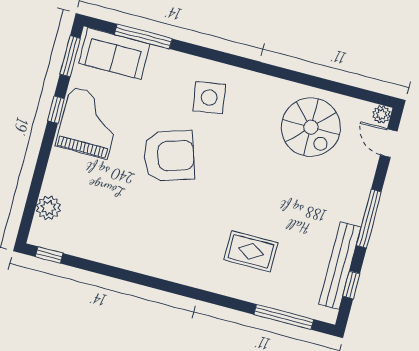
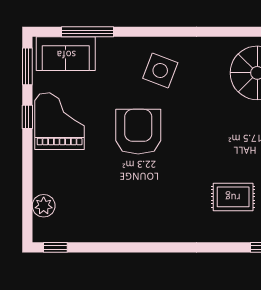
side table: (209, 98) -> (160, 70), turned 30
armchair: (169, 156) -> (138, 132), turned -72

